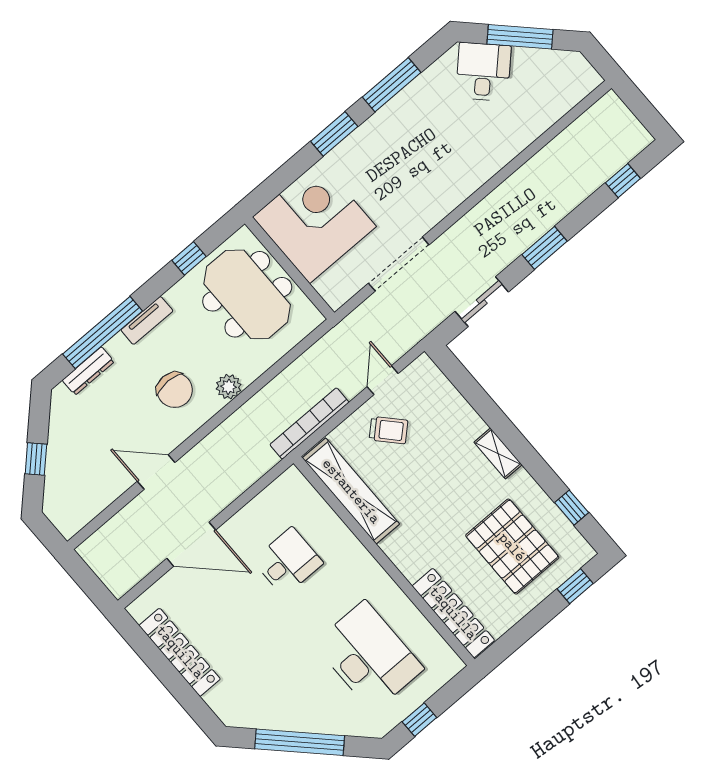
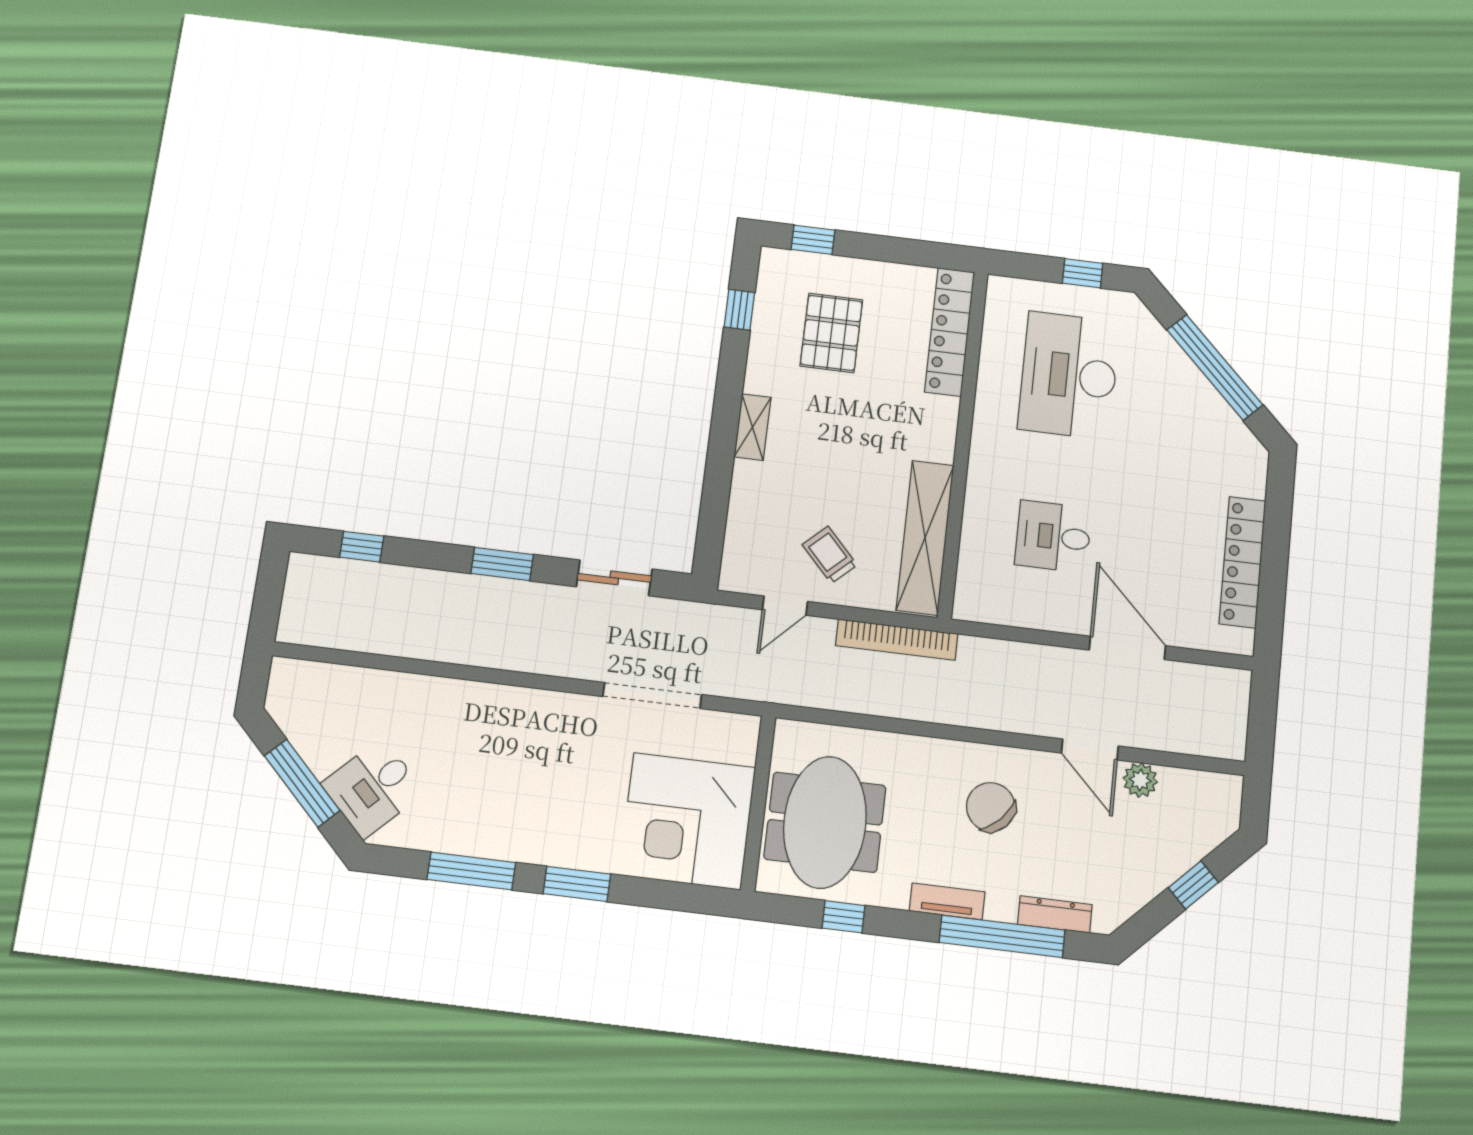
plant: (229, 387) -> (1140, 780), moved
chair: (175, 390) -> (991, 807), turned -46
pallet: (512, 547) -> (831, 333), width x0.73, depth x0.71

